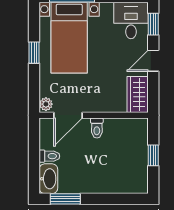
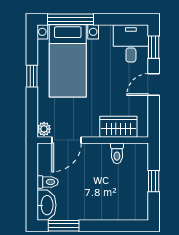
wardrobe: (138, 95) -> (118, 127), moved, turned 90
toilet: (97, 128) -> (117, 153), moved

